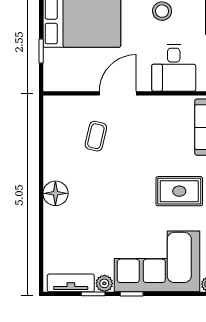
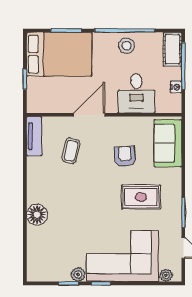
armchair: (160, 143) -> (125, 156), added
floor lamp: (55, 193) -> (37, 215), moved
tv unit: (71, 283) -> (34, 136), moved, turned 90

